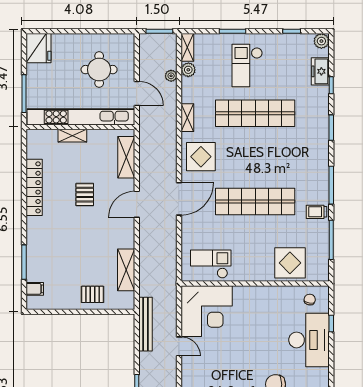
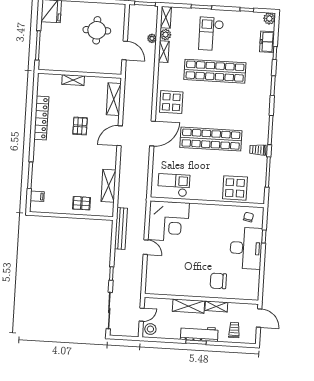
kitchen unit: (81, 117) -> (81, 66), removed
shelving: (187, 118) -> (164, 52), moved

